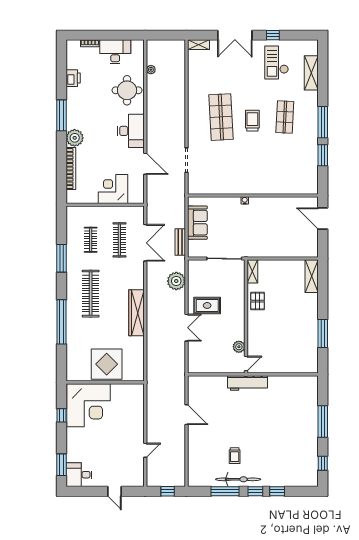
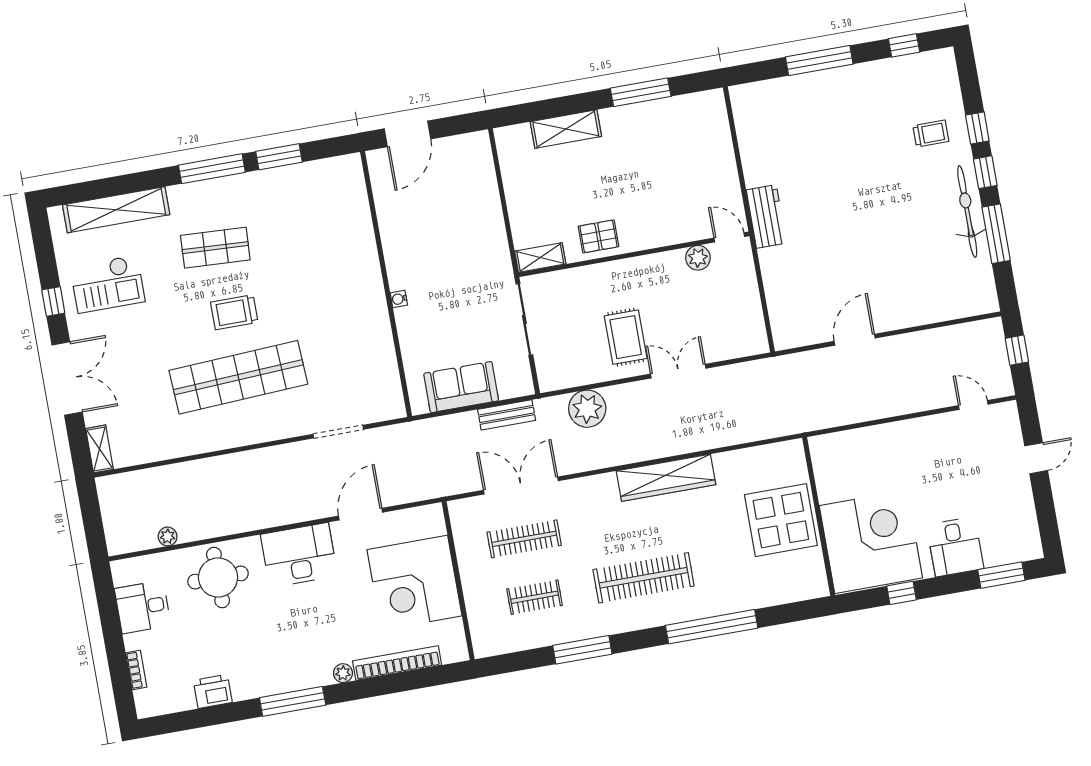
desk: (115, 52) -> (143, 607), width x0.73
shelving: (311, 73) -> (116, 210), width x1.47
shop shelf: (221, 117) -> (238, 377), width x1.40
plant: (75, 138) -> (343, 673), width x0.53, depth x0.53
corner desk: (113, 189) -> (414, 583), width x1.36, depth x1.36
shelving: (312, 276) -> (566, 129), moved
workbench: (247, 383) -> (766, 216), width x0.73
door: (145, 450) -> (973, 405), moved
trolley: (235, 456) -> (931, 134), moved
desk: (79, 475) -> (955, 547), moved

